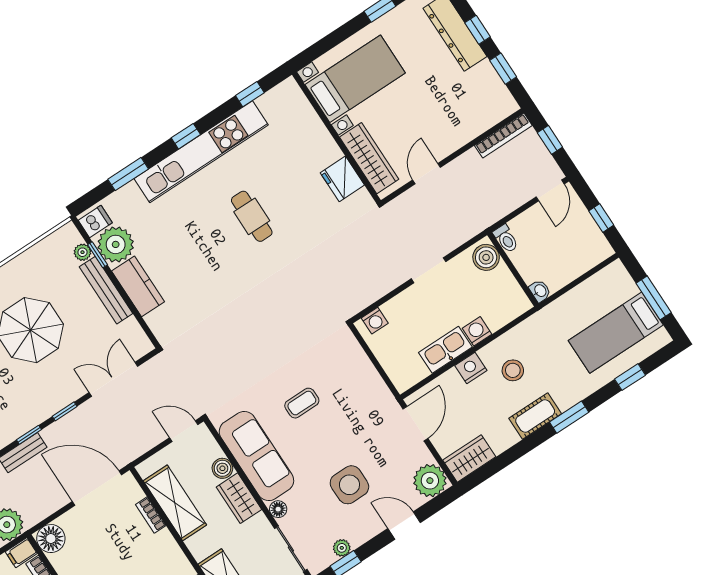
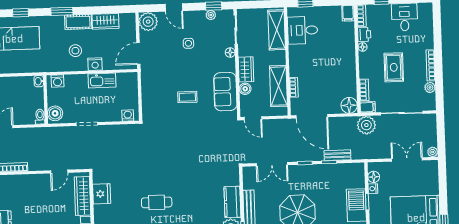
cafe table: (252, 216) -> (157, 202), turned 90
washing machine: (477, 331) -> (58, 81), moved
sofa: (256, 456) -> (225, 92), width x0.73
wardrobe: (469, 458) -> (105, 21), moved
side table: (349, 485) -> (188, 43), width x0.54, depth x0.54

